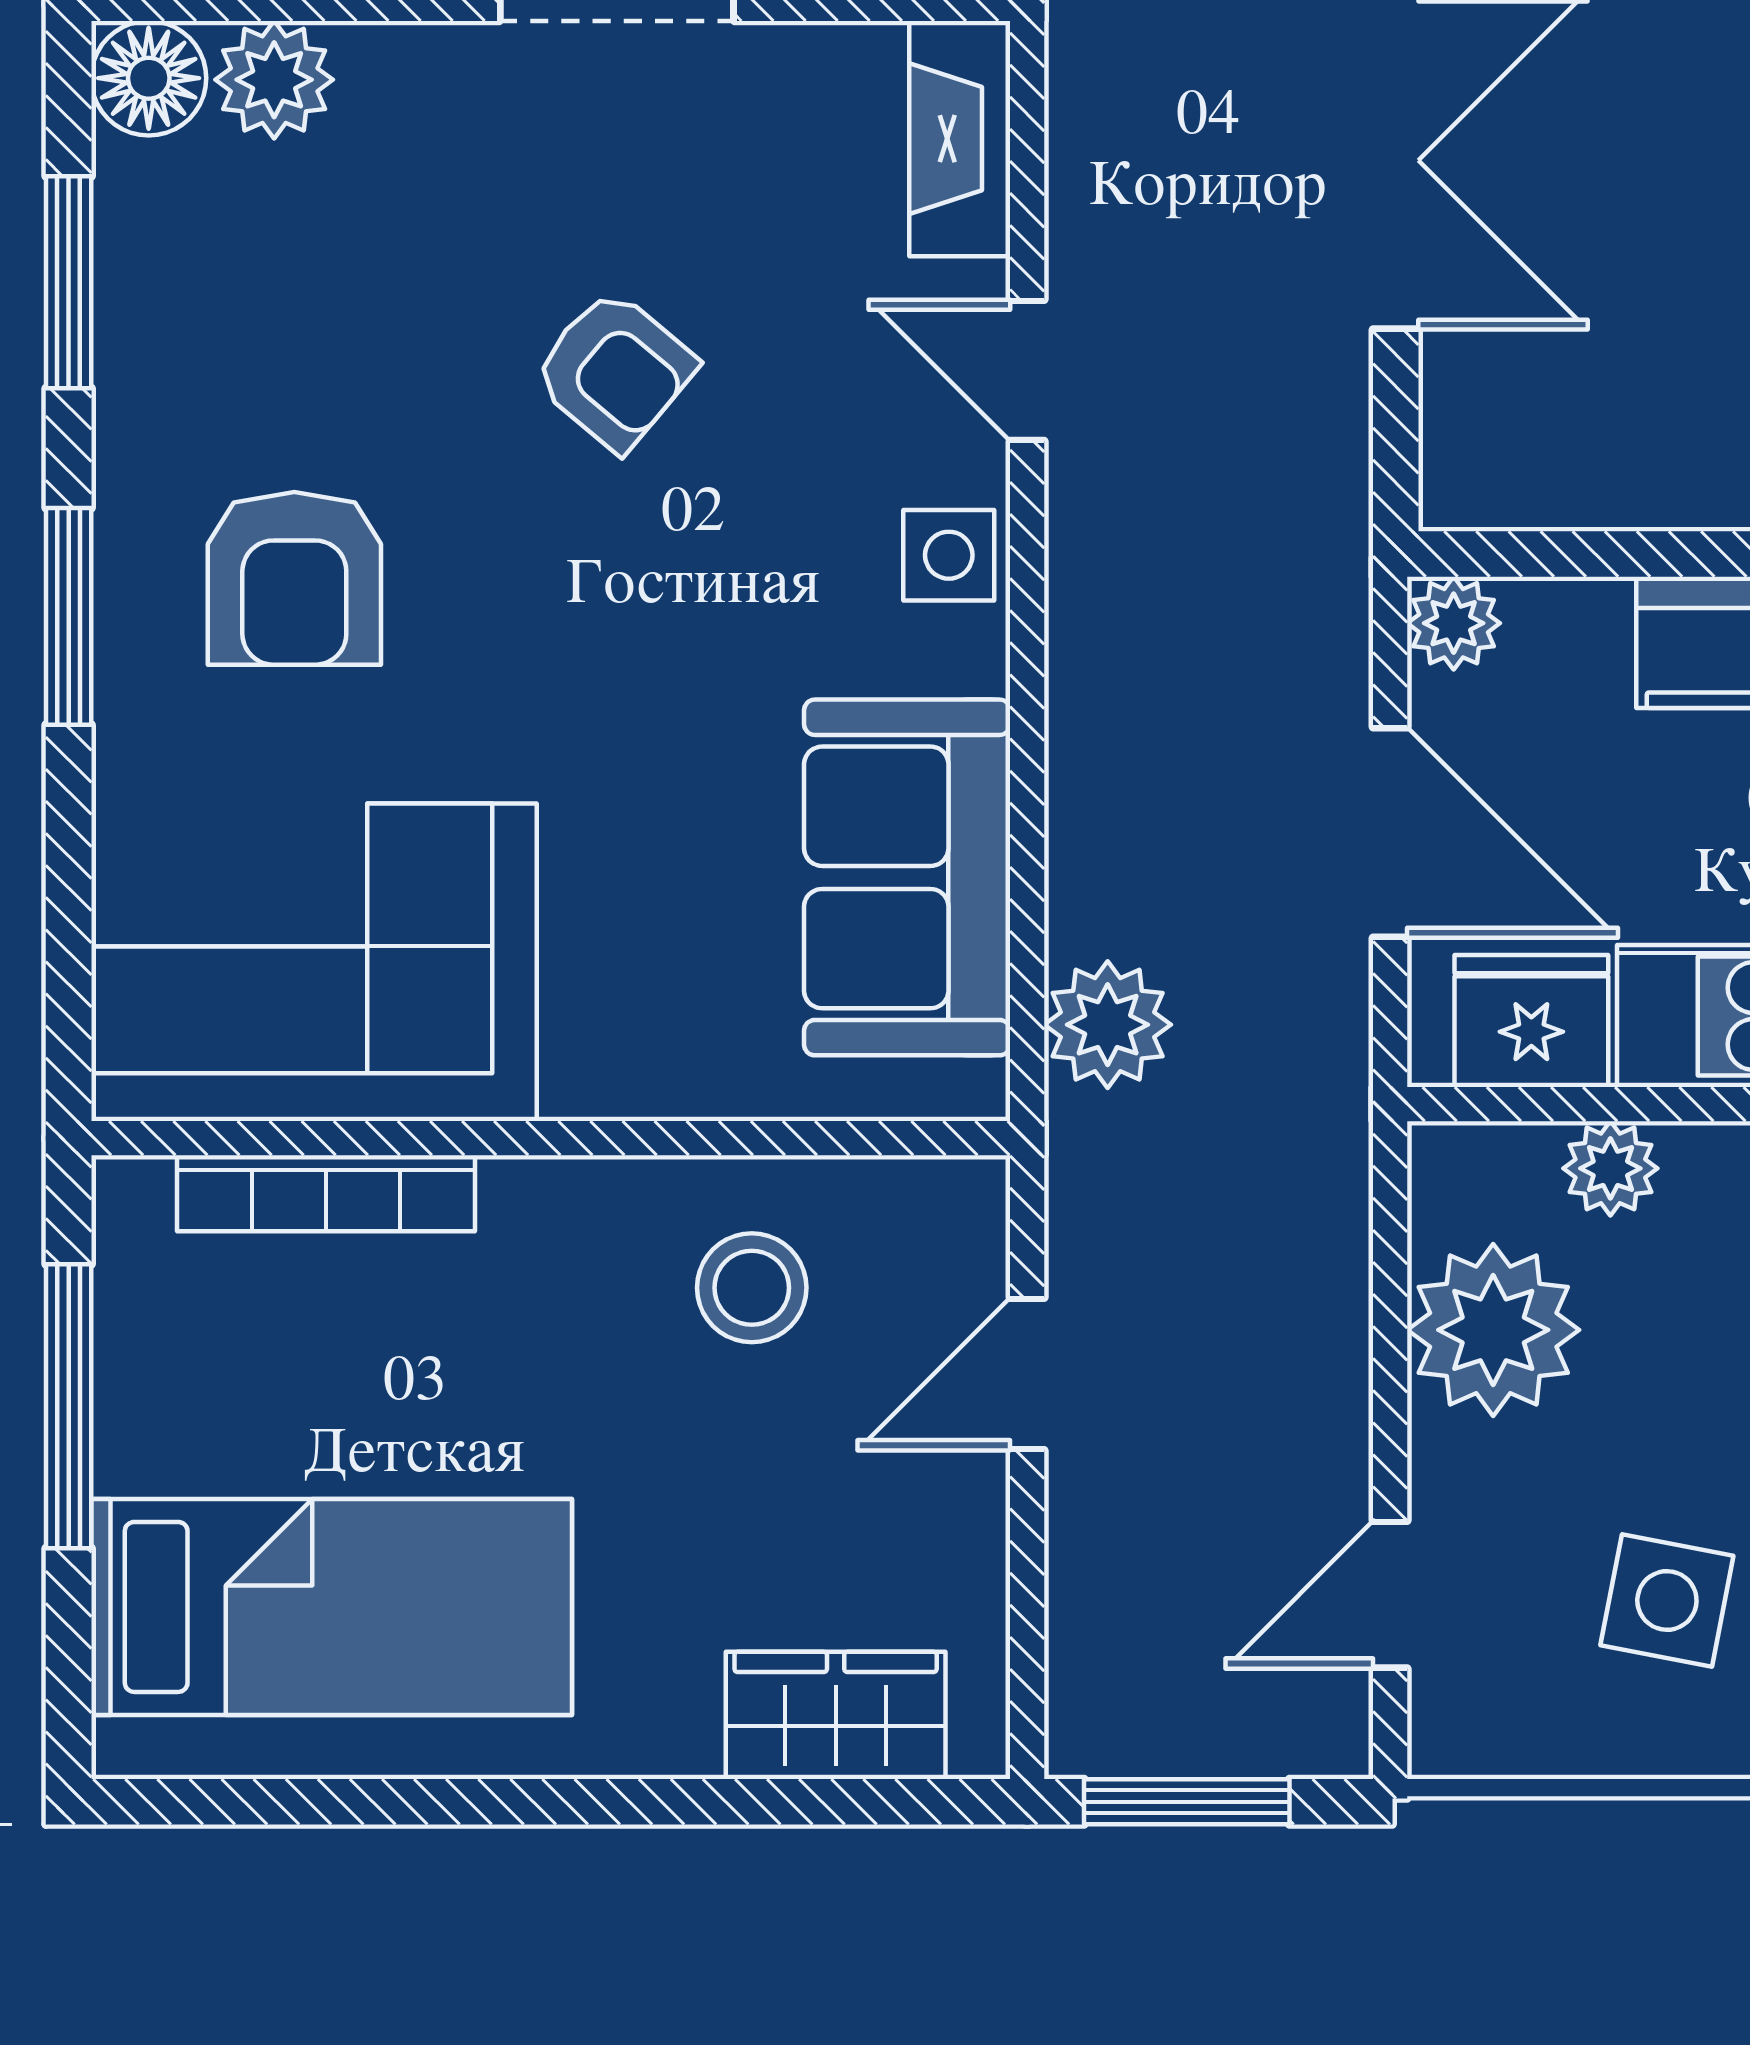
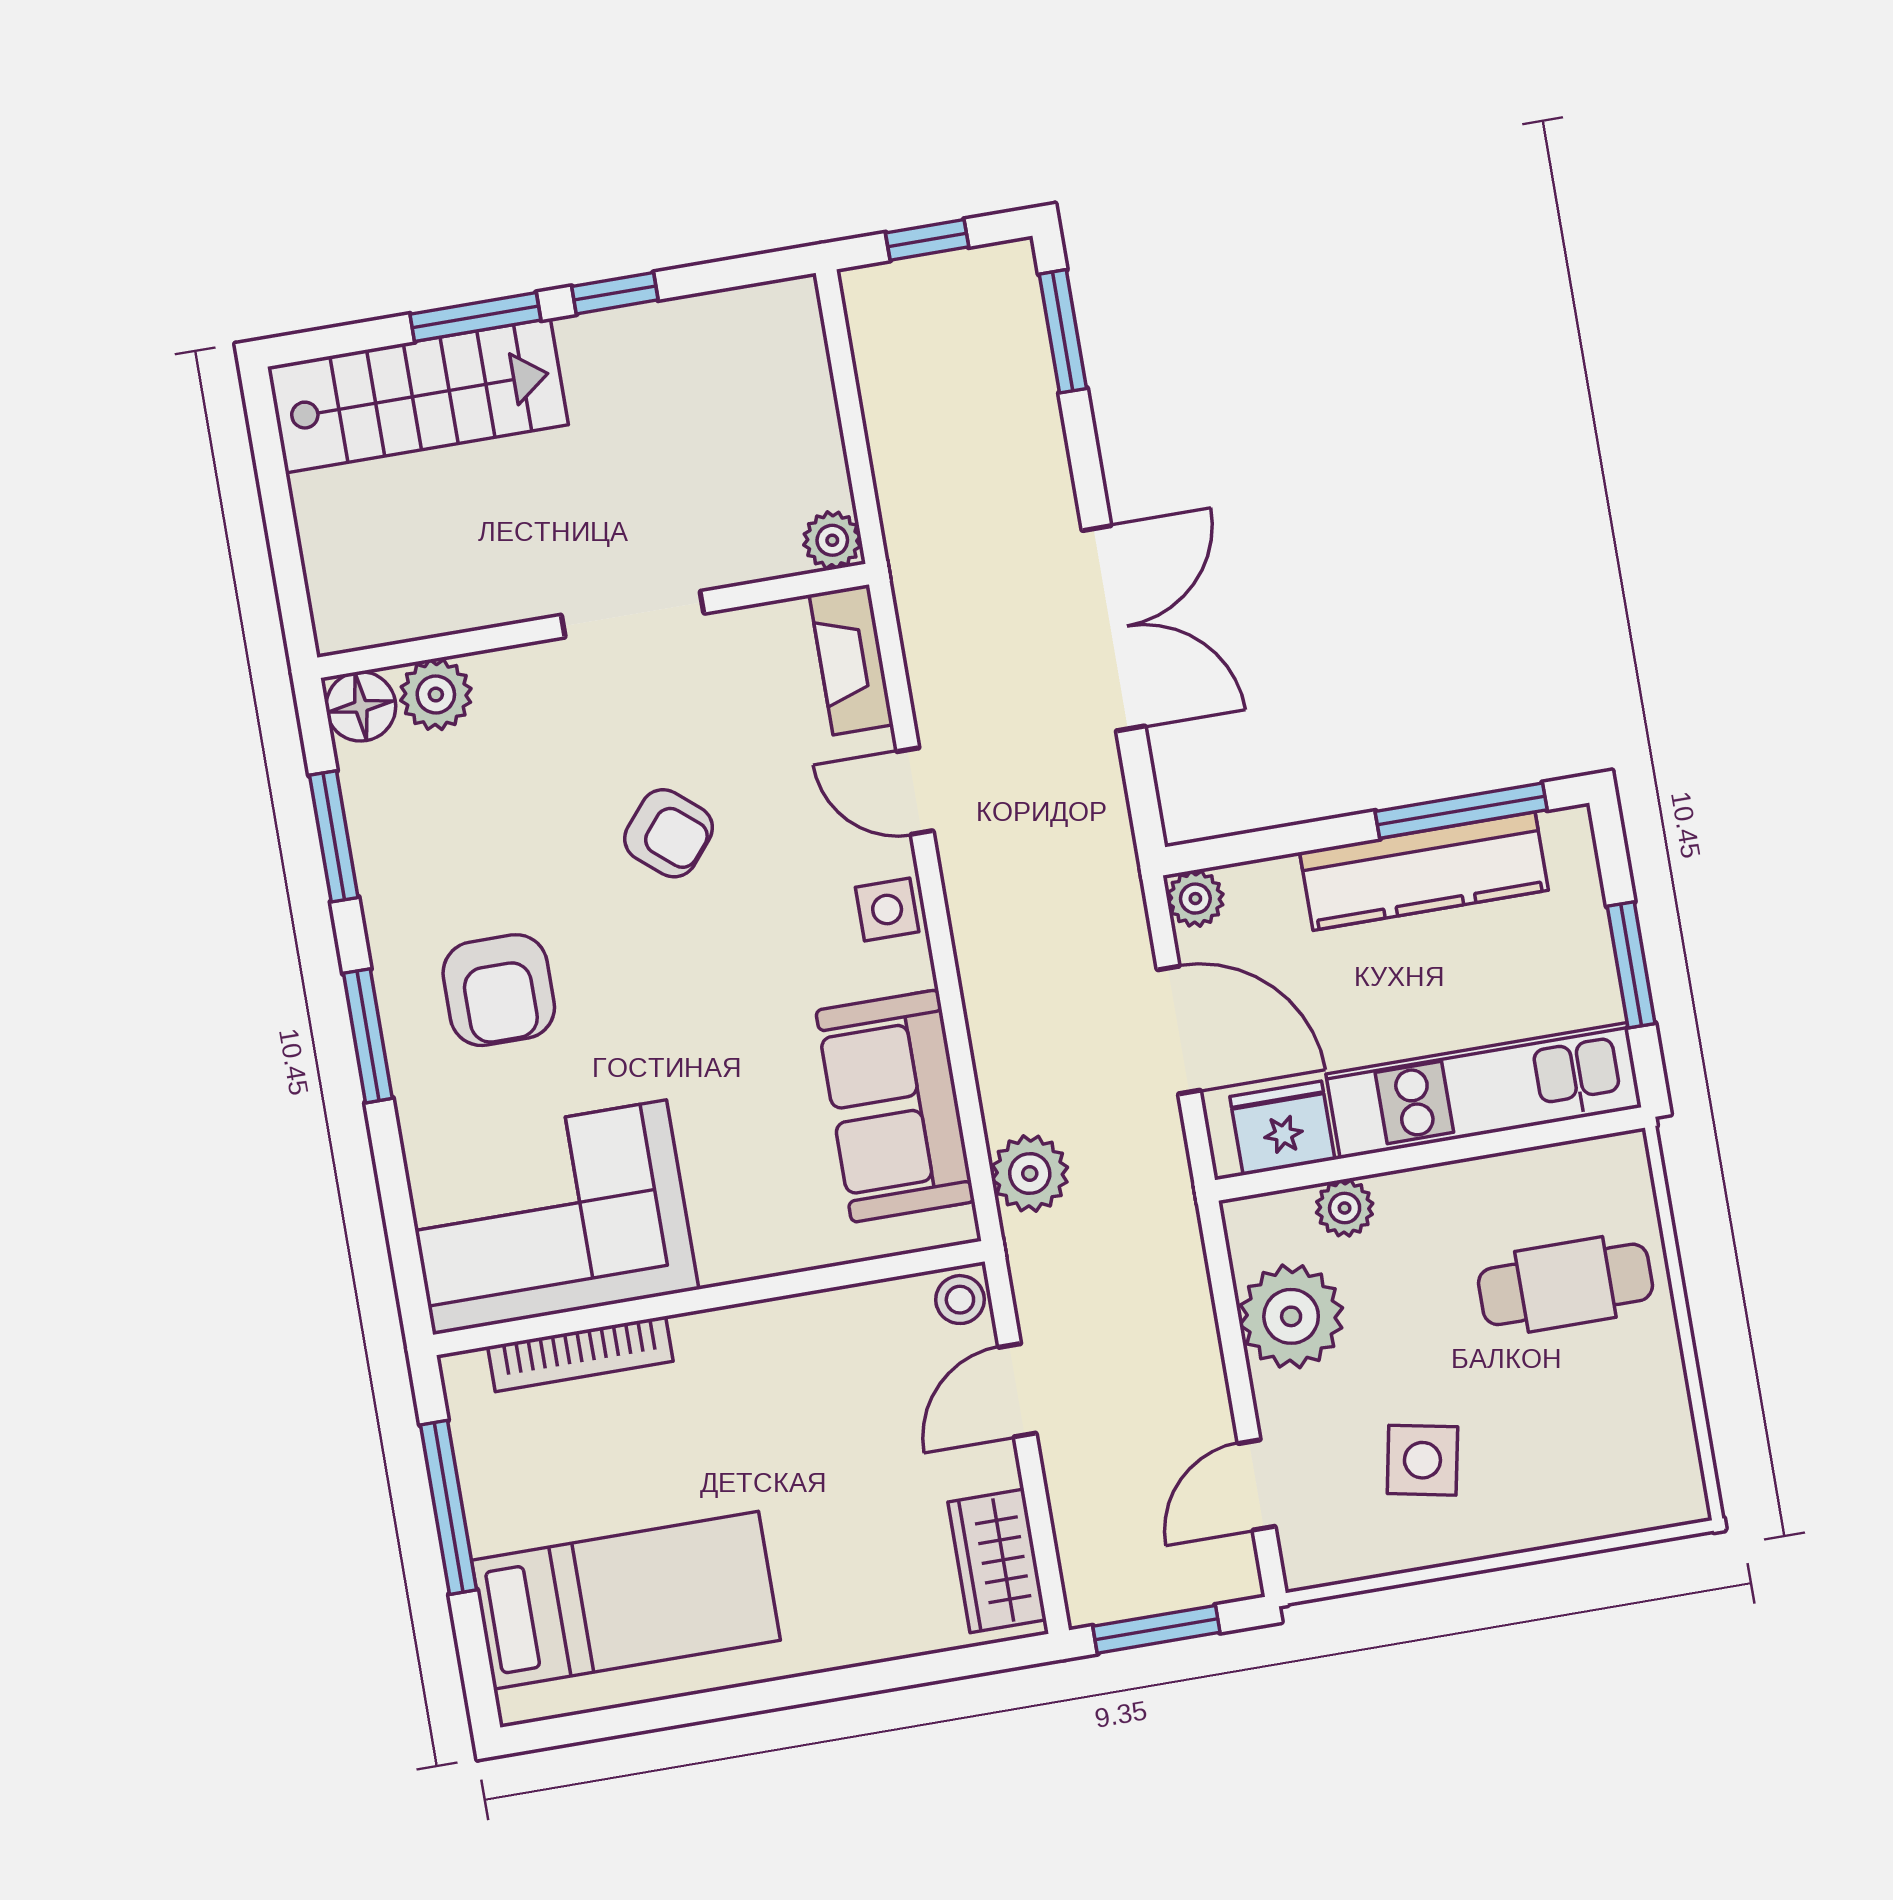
stool: (752, 1288) -> (960, 1300), moved, width x0.73, depth x0.73
wardrobe: (836, 1715) -> (997, 1561), moved, turned -90

